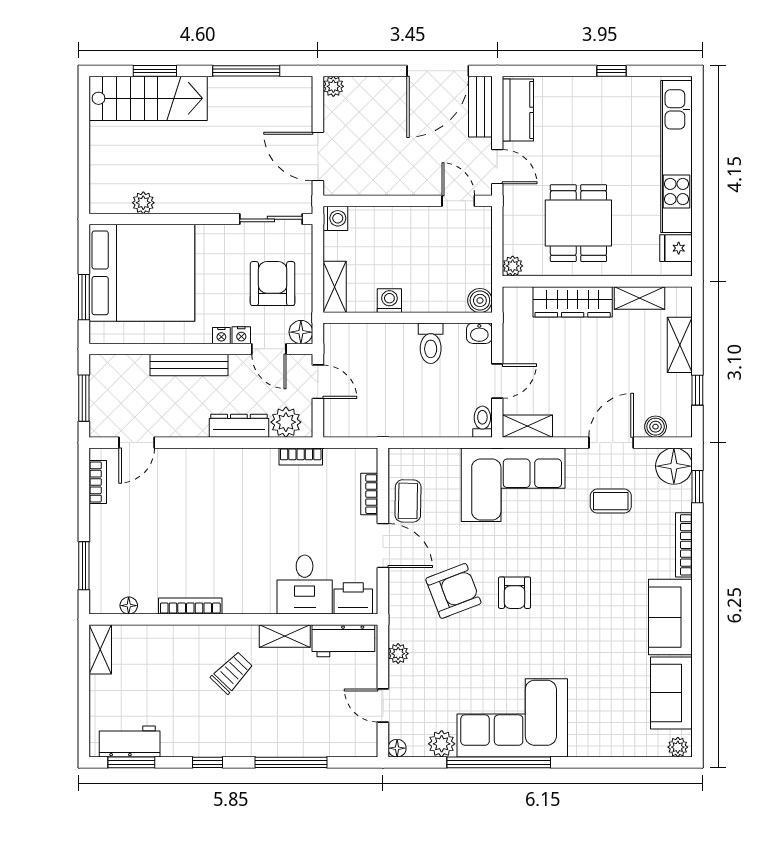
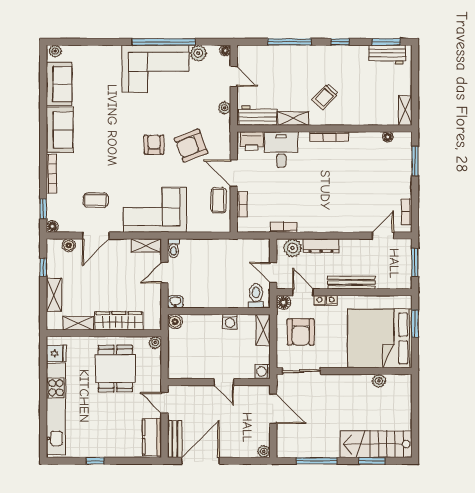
door: (458, 201) -> (224, 382), moved
toilet: (431, 343) -> (256, 296), moved
floor lamp: (674, 466) -> (52, 227), width x0.53, depth x0.53
bookcase: (190, 606) -> (329, 137), moved

